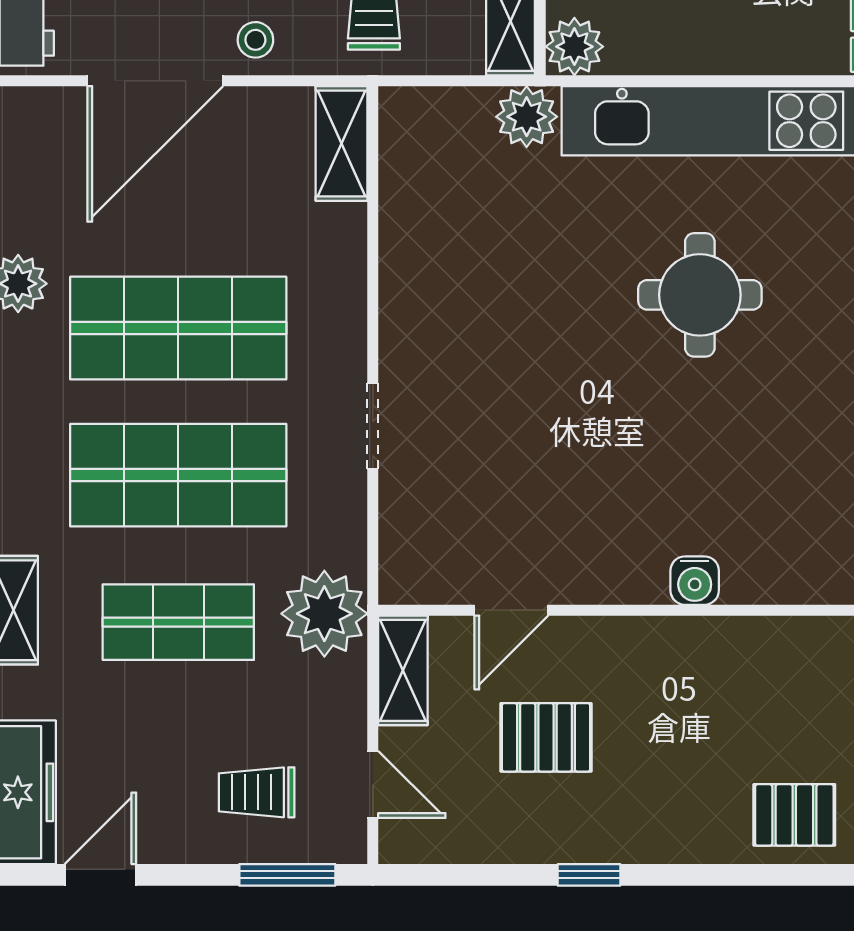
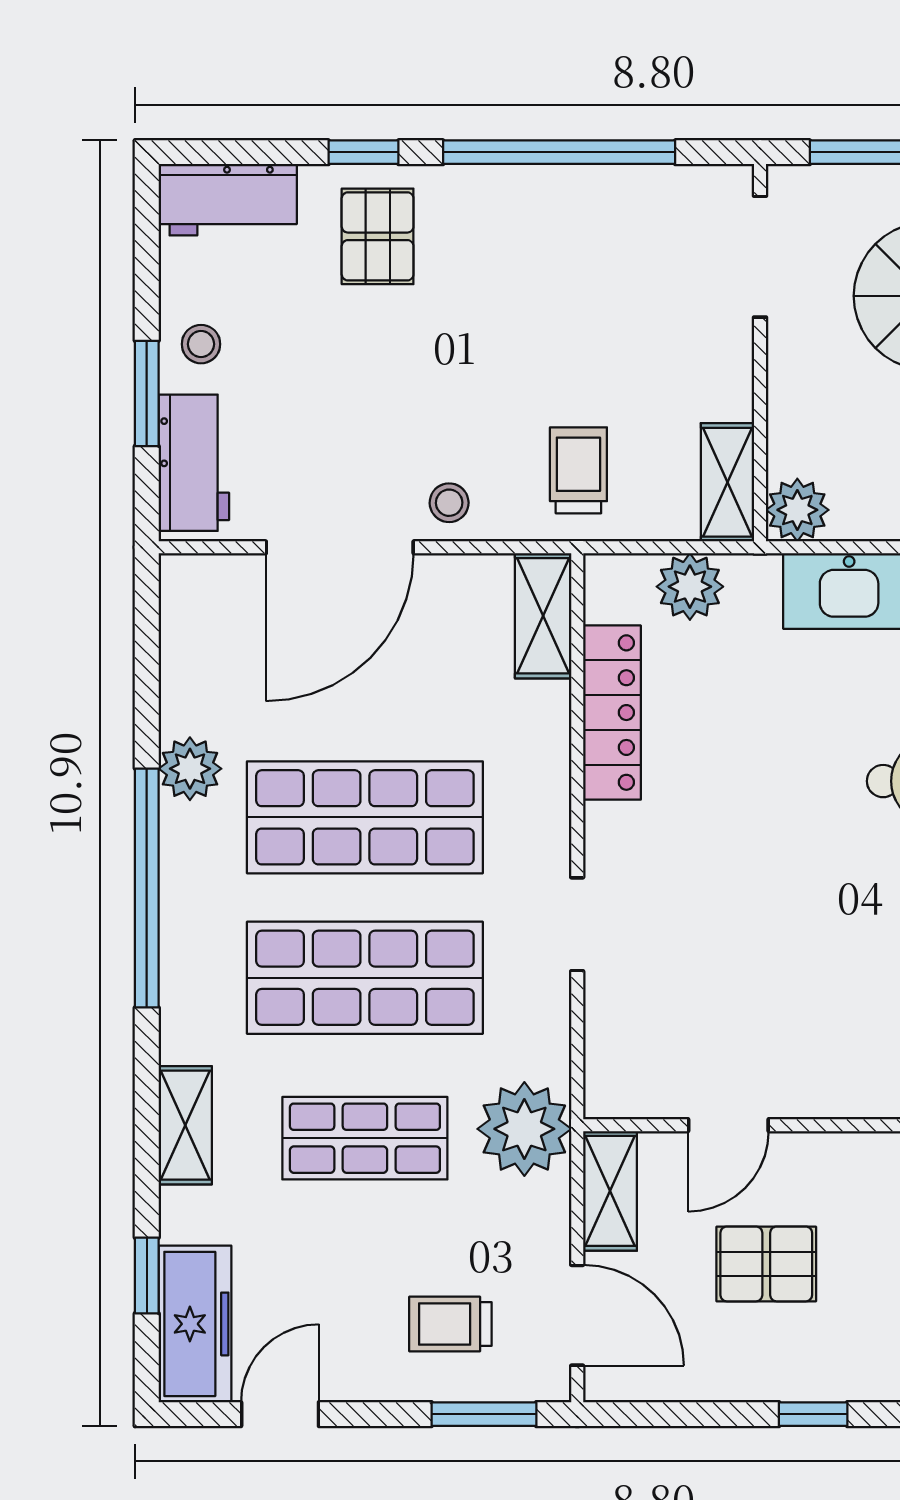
plant: (527, 117) -> (690, 587), moved
locker: (405, 232) -> (612, 713), added
door: (373, 784) -> (577, 1315), width x1.38

